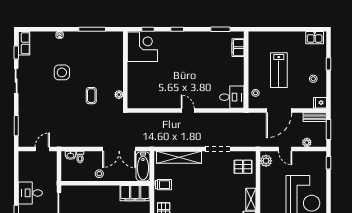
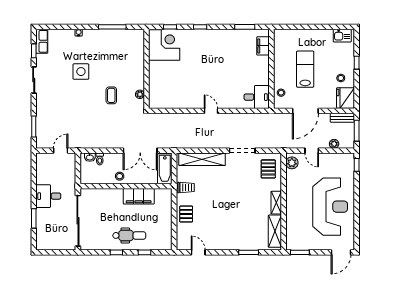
lab bench: (279, 70) -> (305, 69), turned 180
fridge: (320, 103) -> (346, 98), width x1.88, depth x1.34
pallet: (243, 167) -> (268, 169), turned 90
filing cabinet: (135, 193) -> (139, 196), moved

